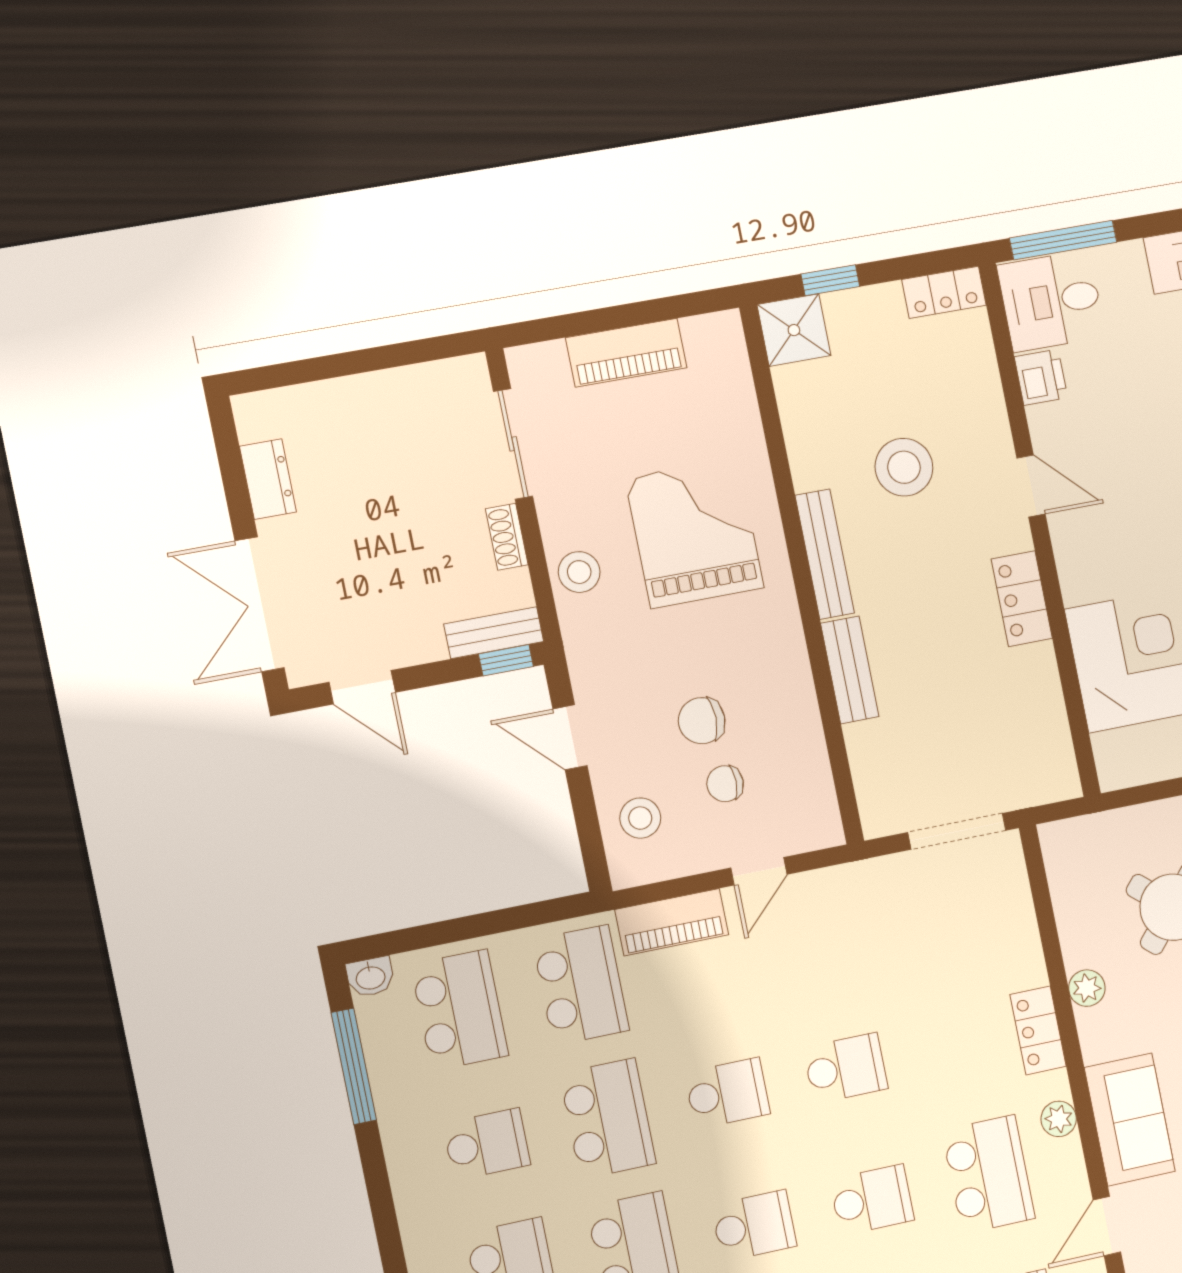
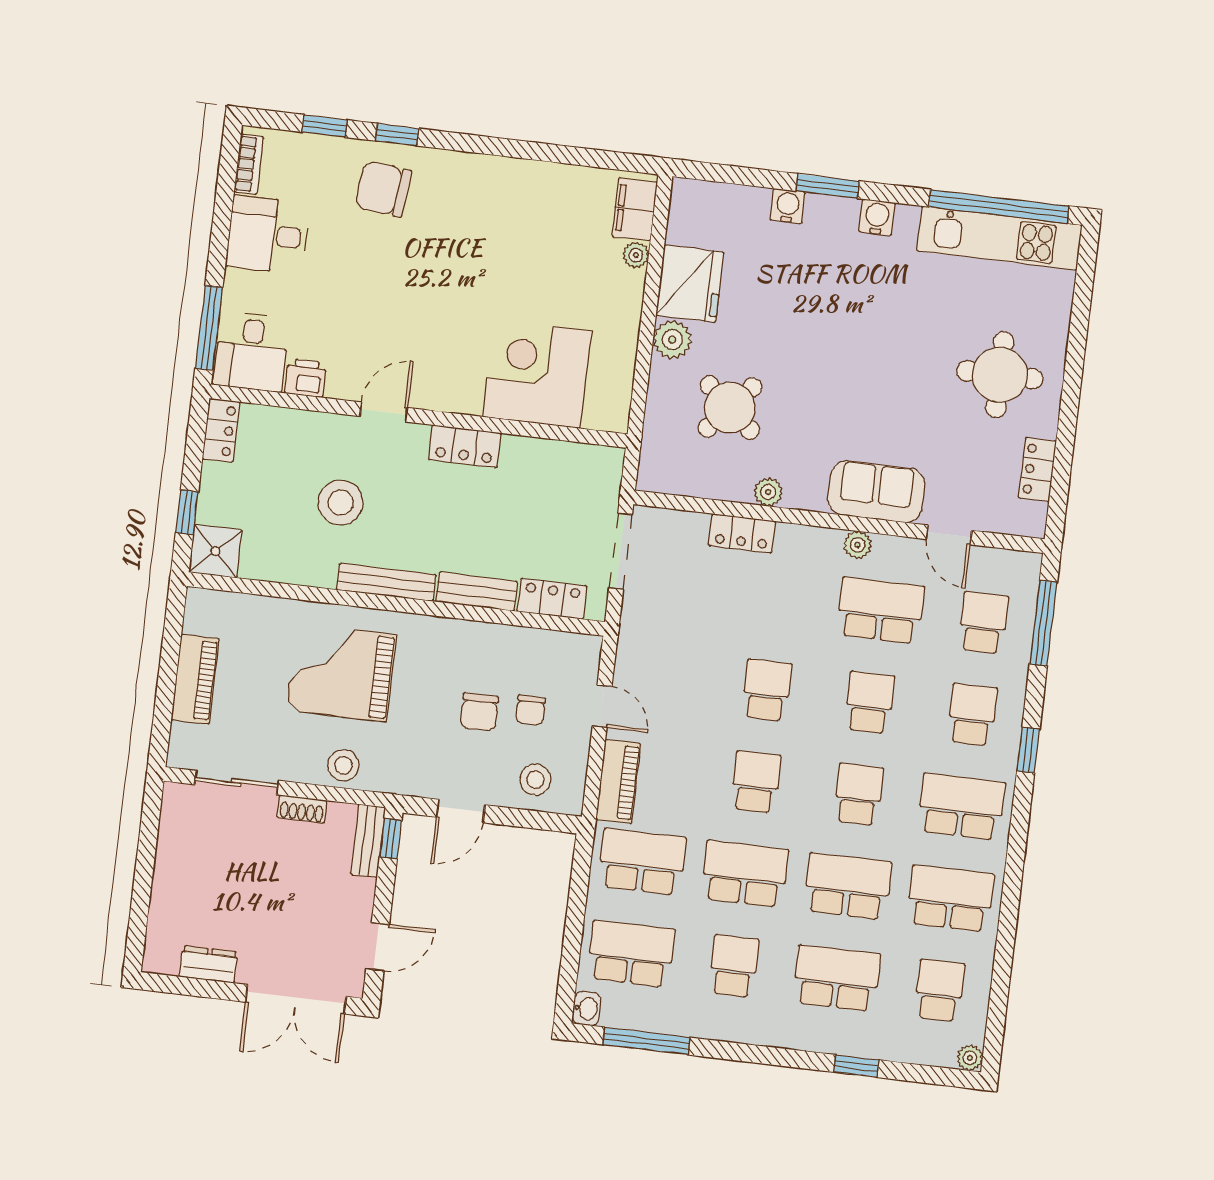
locker: (871, 766) -> (552, 599), added
locker: (1038, 1030) -> (742, 533), moved

